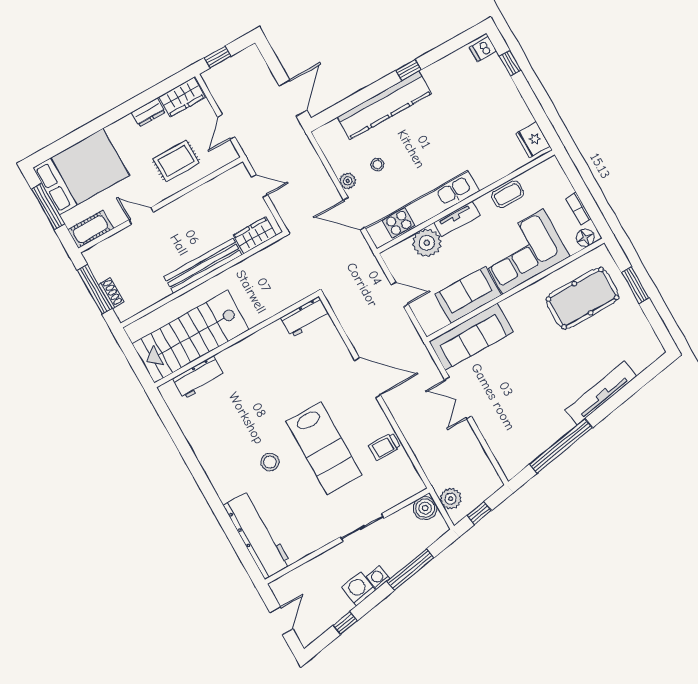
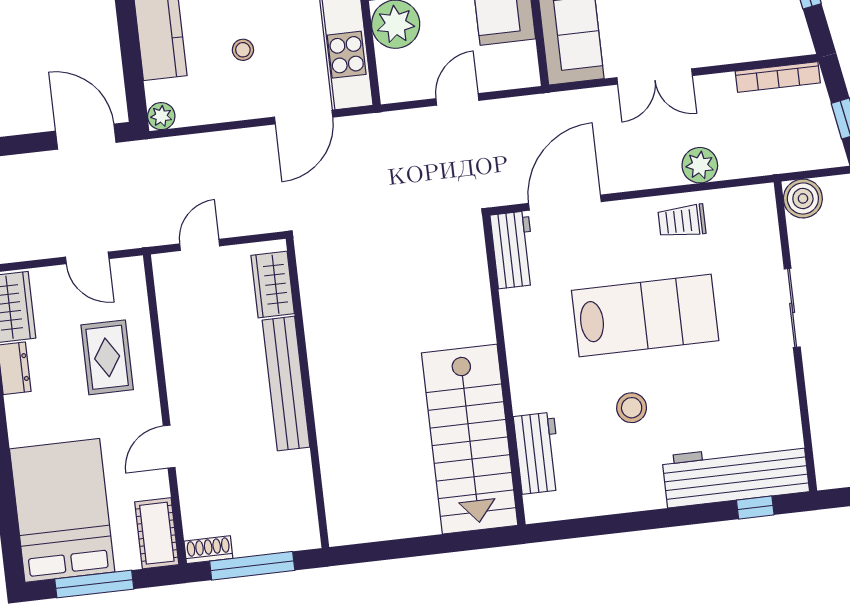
plant: (348, 181) -> (161, 116), moved
shoe rack: (111, 293) -> (208, 550), moved
workbench: (305, 317) -> (513, 250), moved
stairs: (191, 337) -> (470, 439), moved
wall: (237, 340) -> (504, 370), moved
workbench: (199, 378) -> (538, 453), moved
trolley: (385, 447) -> (682, 221), turned 90
bookcase: (486, 466) -> (778, 77), added
plant: (451, 499) -> (700, 165), moved
window: (244, 553) -> (755, 508), added

